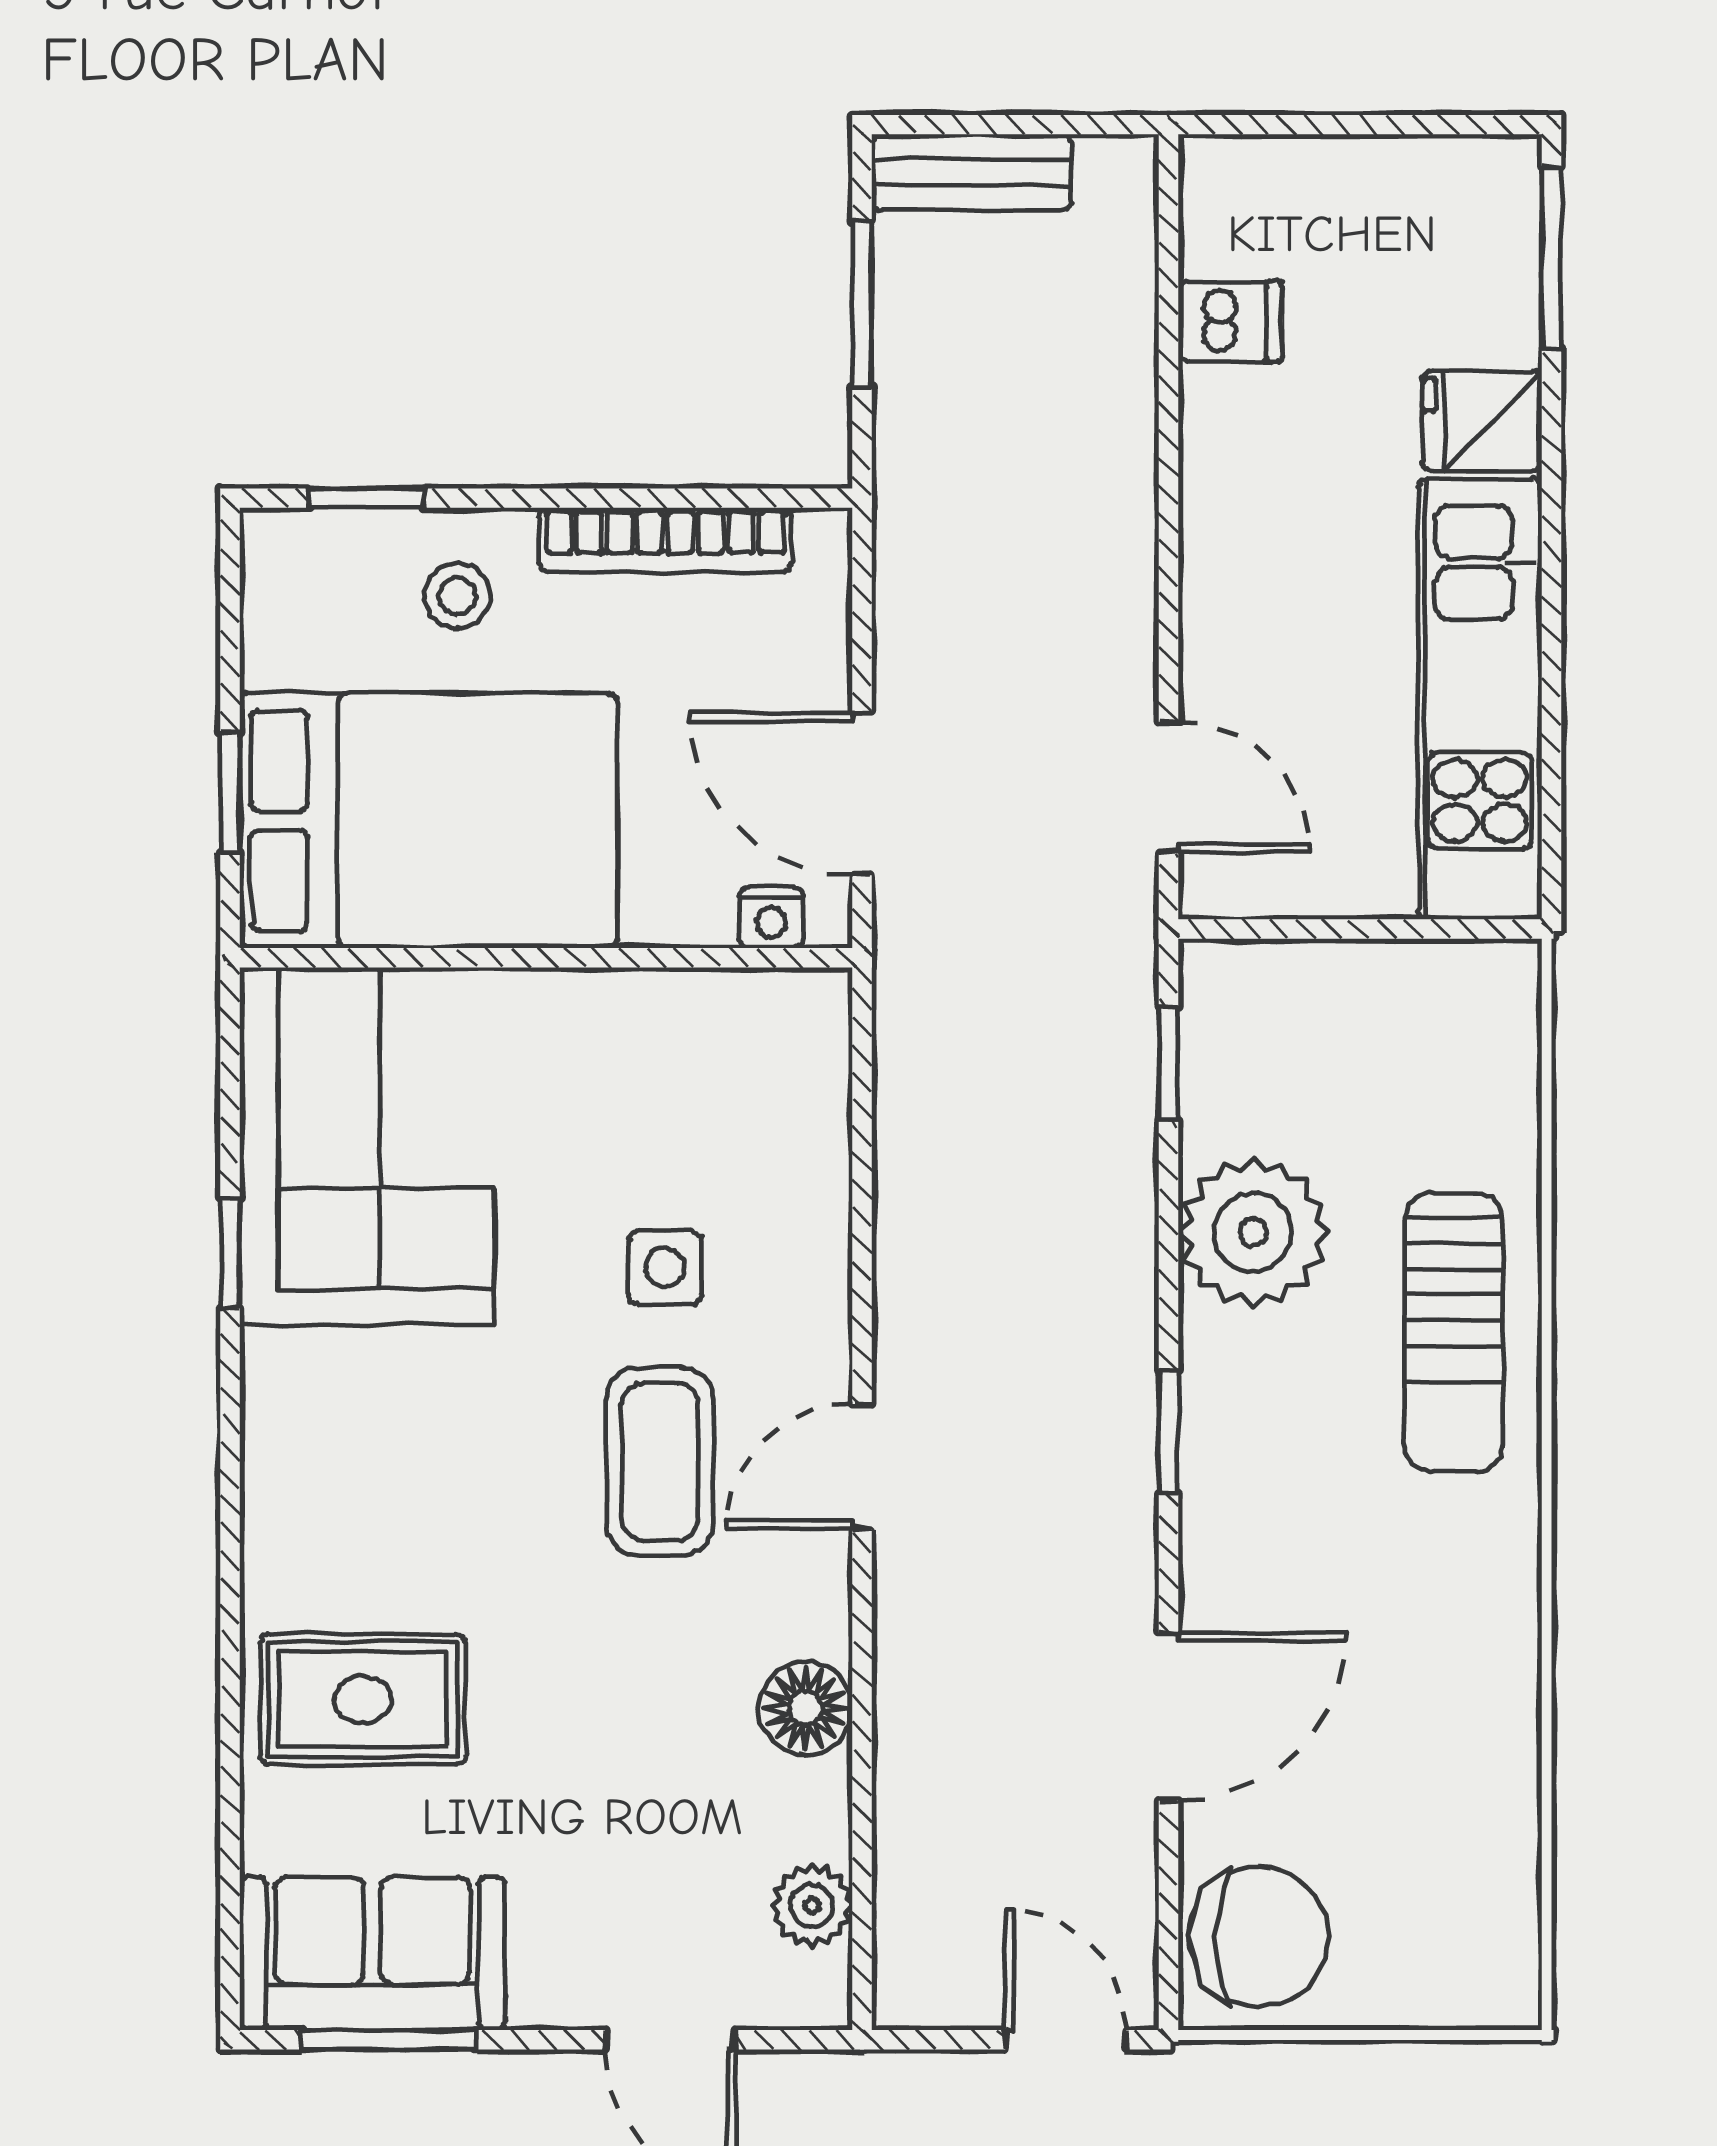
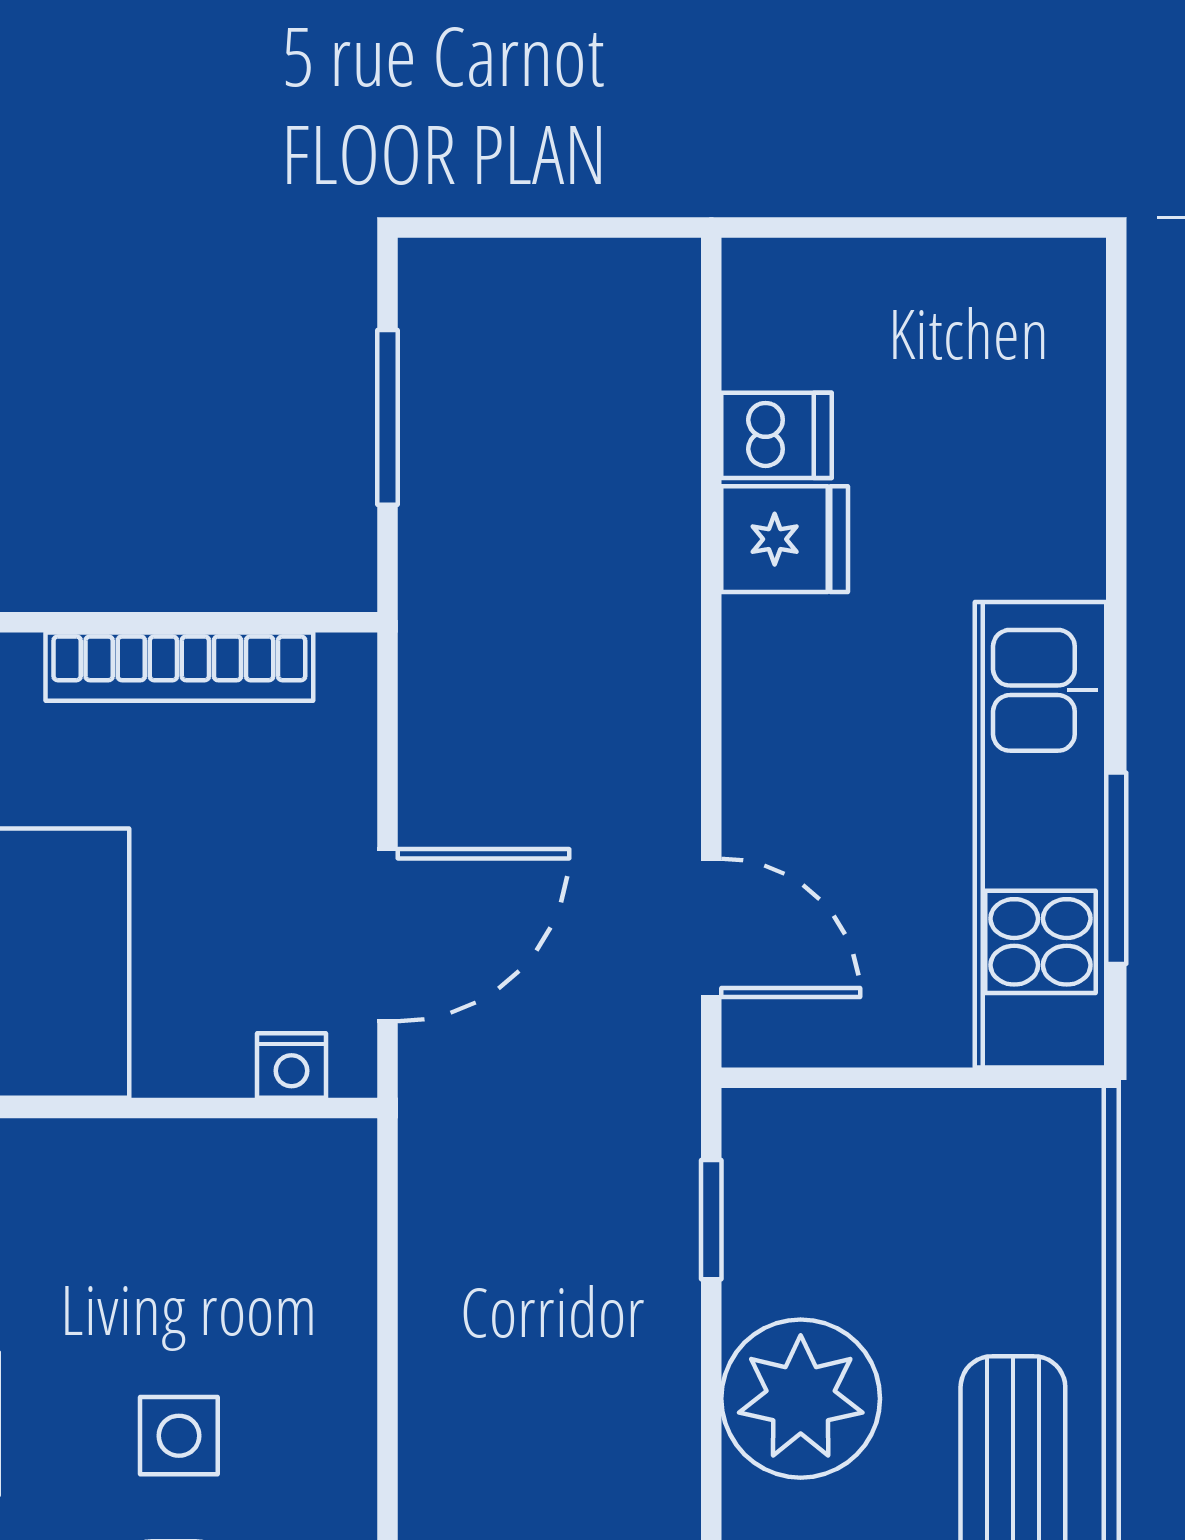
bench: (971, 172) -> (503, 278), removed
window: (1551, 257) -> (1116, 868), moved
fridge: (1482, 421) -> (785, 539), moved, turned 180
door: (862, 794) -> (387, 935), swing flipped

